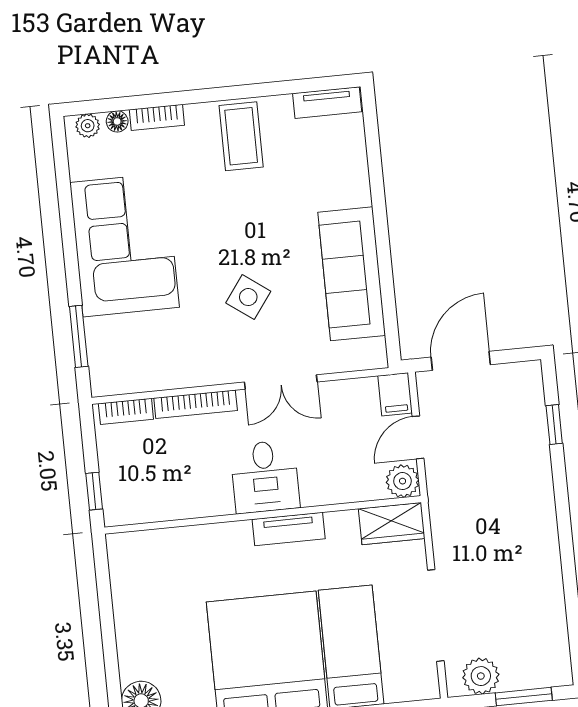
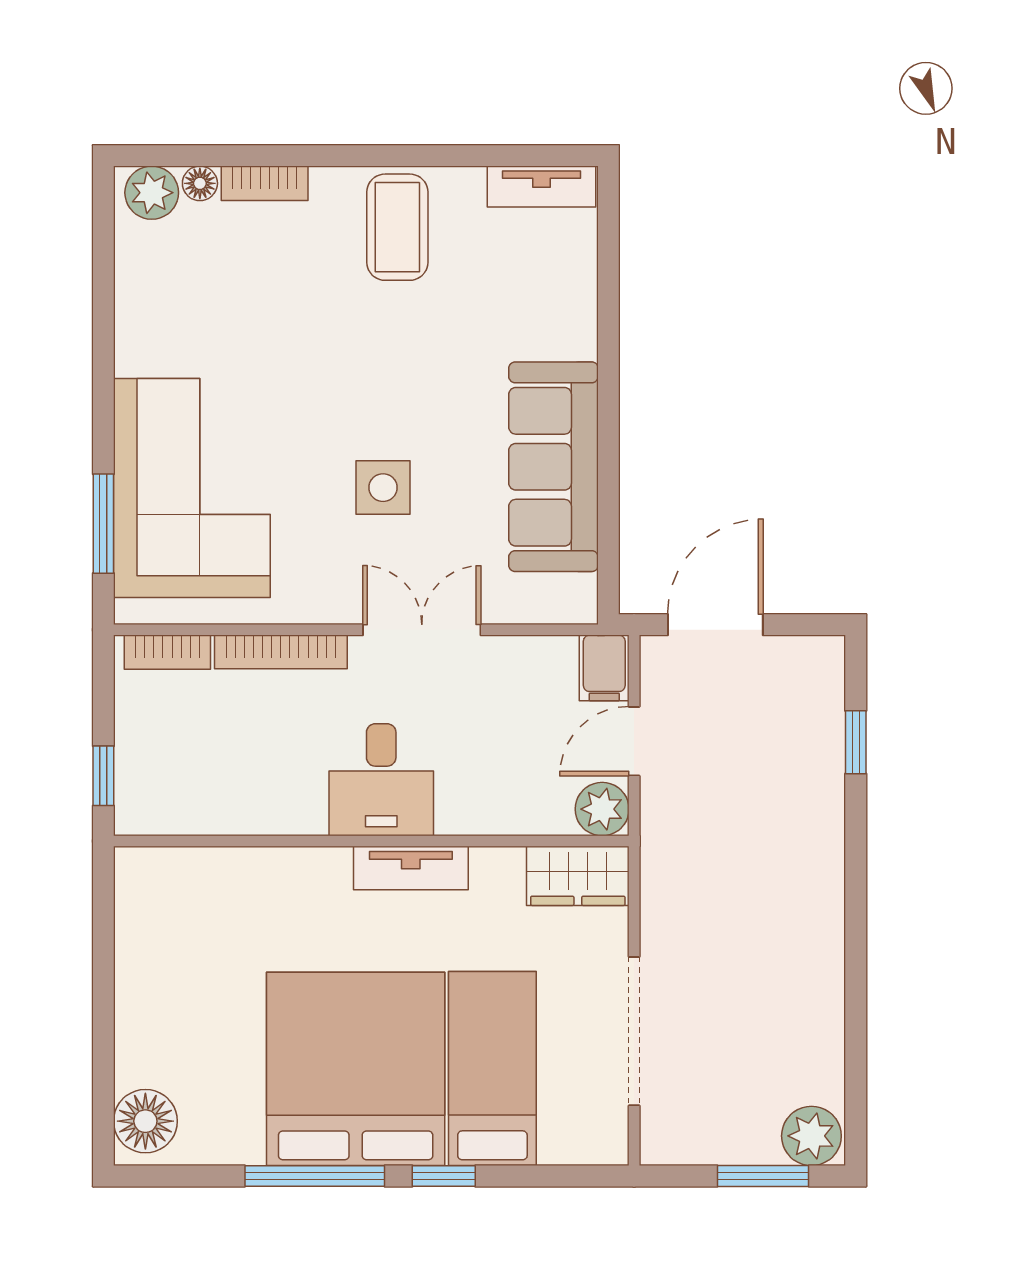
plant: (88, 126) -> (152, 193), width x1.38, depth x1.38
corner sofa: (124, 245) -> (192, 488), moved
side table: (248, 297) -> (383, 488), turned -36
double door: (281, 382) -> (422, 630), swing flipped
plant: (481, 676) -> (811, 1136), moved

